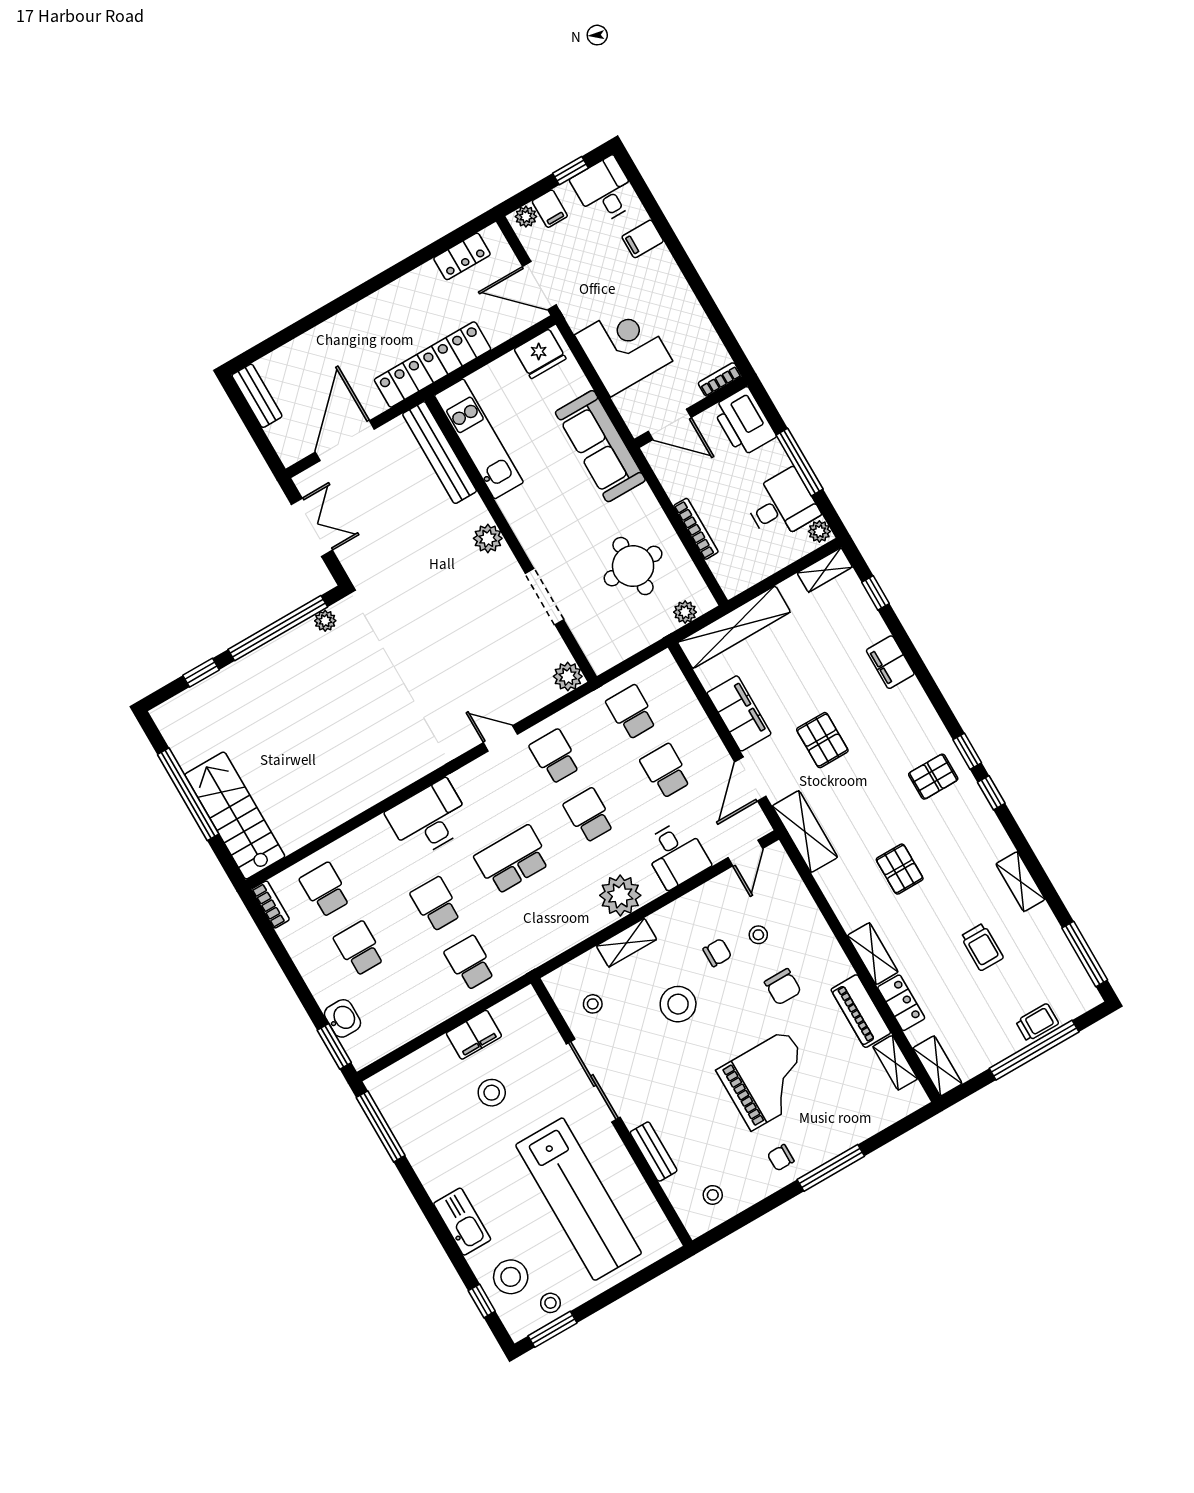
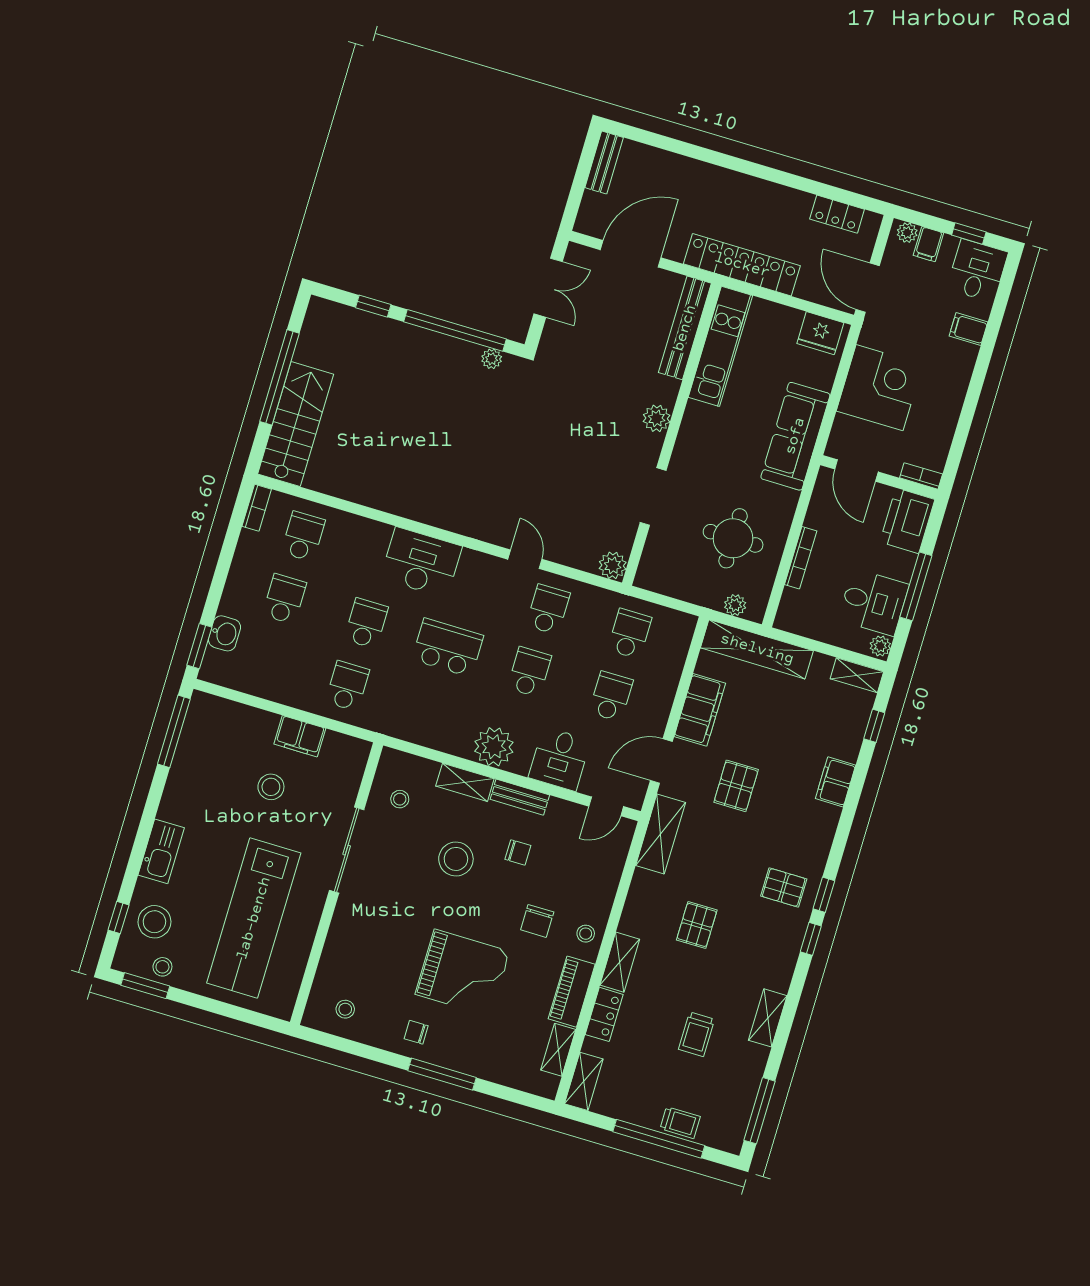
stool: (758, 935) -> (586, 934), moved
bench: (654, 1152) -> (520, 797), moved, turned 90

